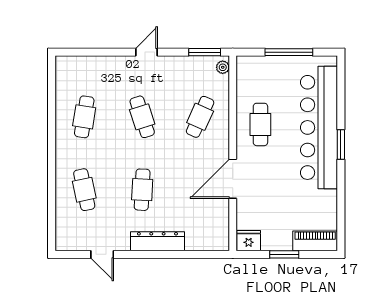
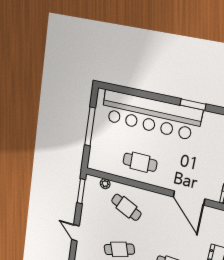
plant: (223, 67) -> (105, 184), moved
window: (341, 144) -> (193, 105), moved
door: (233, 179) -> (189, 198), moved

